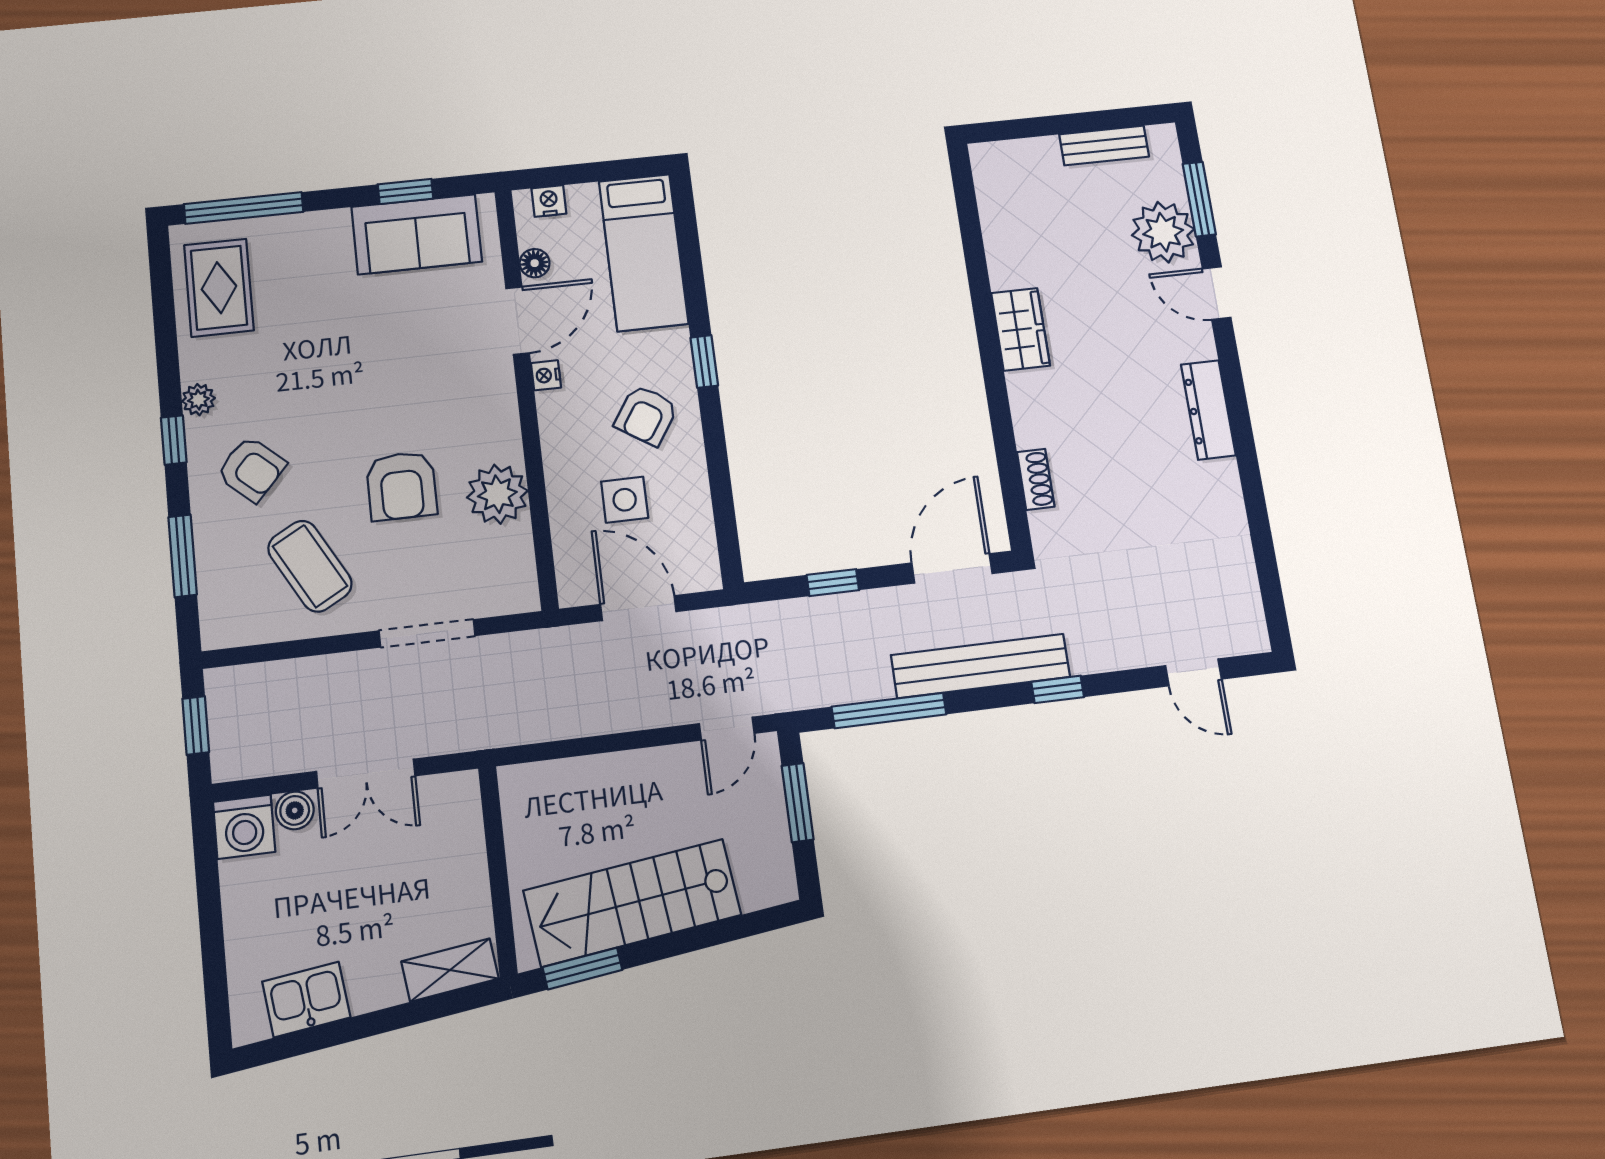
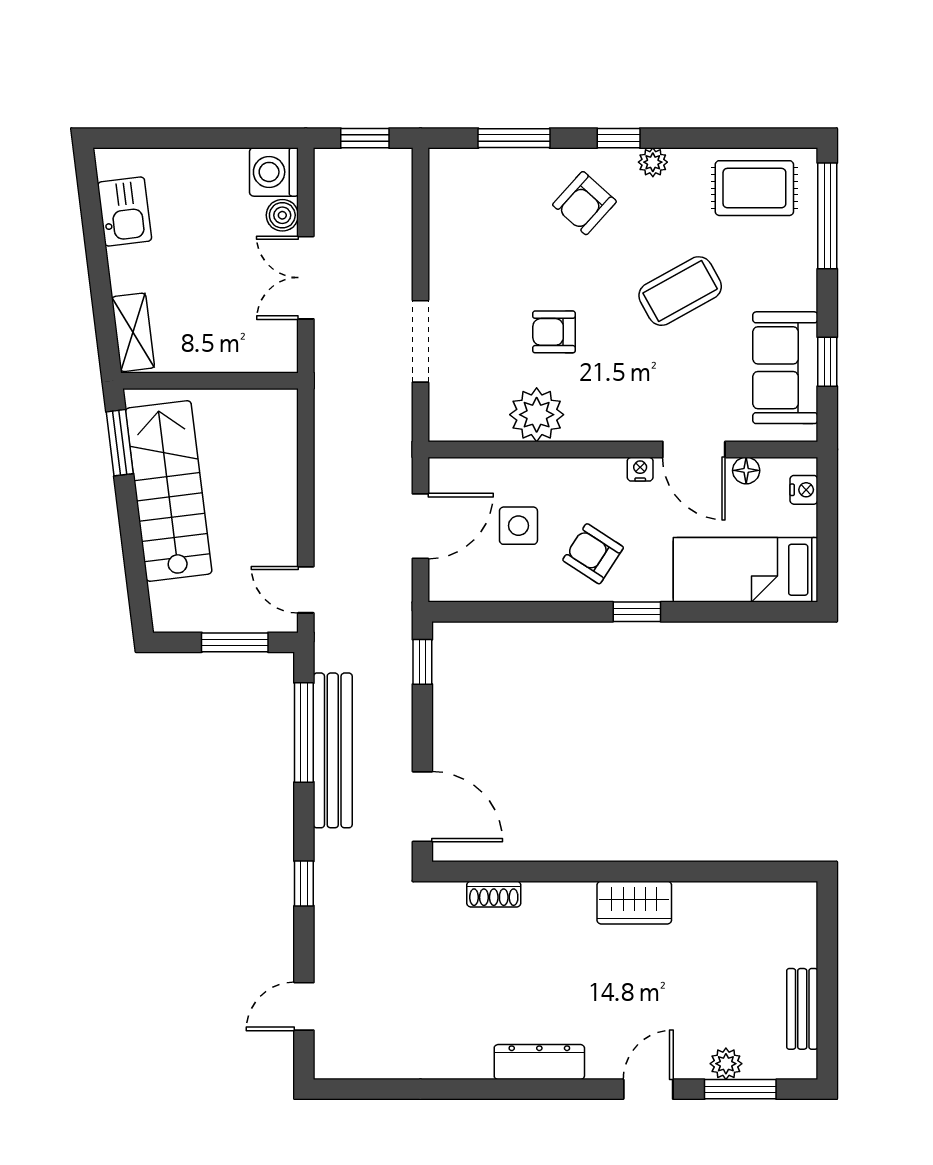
plant: (1163, 232) -> (726, 1064), width x0.53, depth x0.53
armchair: (402, 486) -> (554, 332), width x0.72, depth x0.72
coffee table: (310, 566) -> (680, 291), moved
window: (833, 583) -> (422, 662), moved
bench: (981, 666) -> (333, 750), moved

